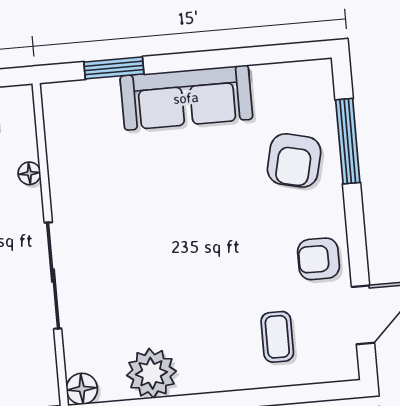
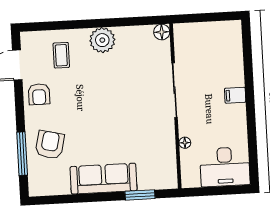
armchair: (318, 259) -> (39, 94), turned 90
plant: (151, 373) -> (102, 40), moved

